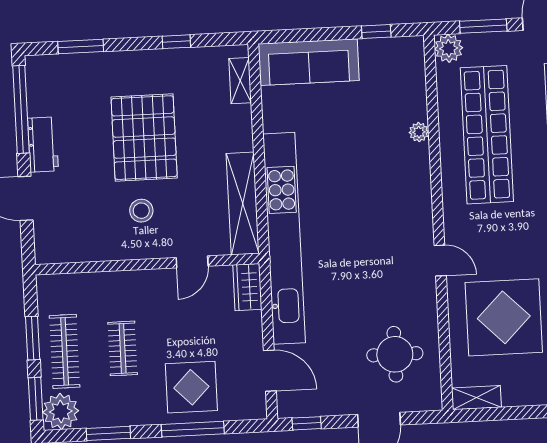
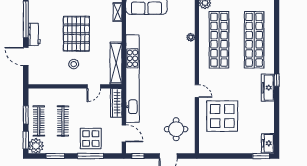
wardrobe: (247, 287) -> (116, 103), width x1.50
clothes rail: (123, 348) -> (63, 121), width x1.36
shelving: (476, 398) -> (209, 149), removed

